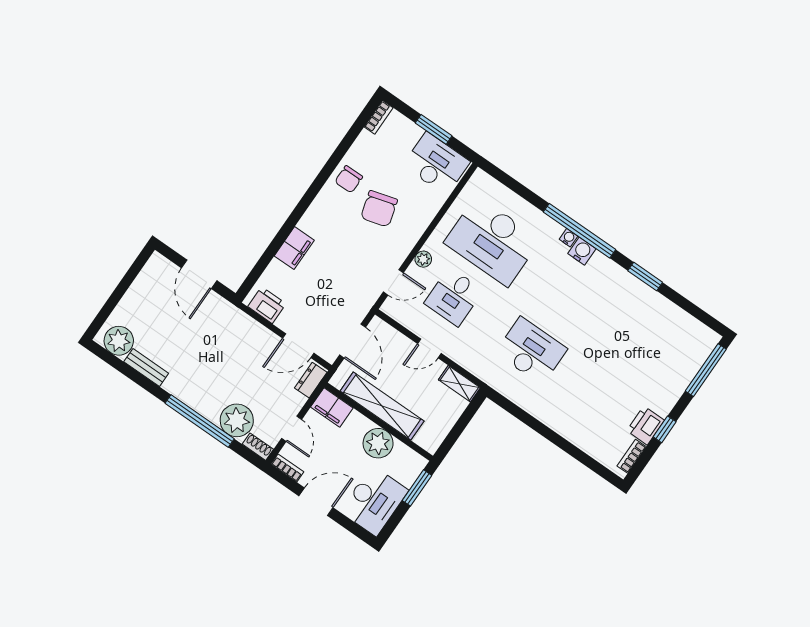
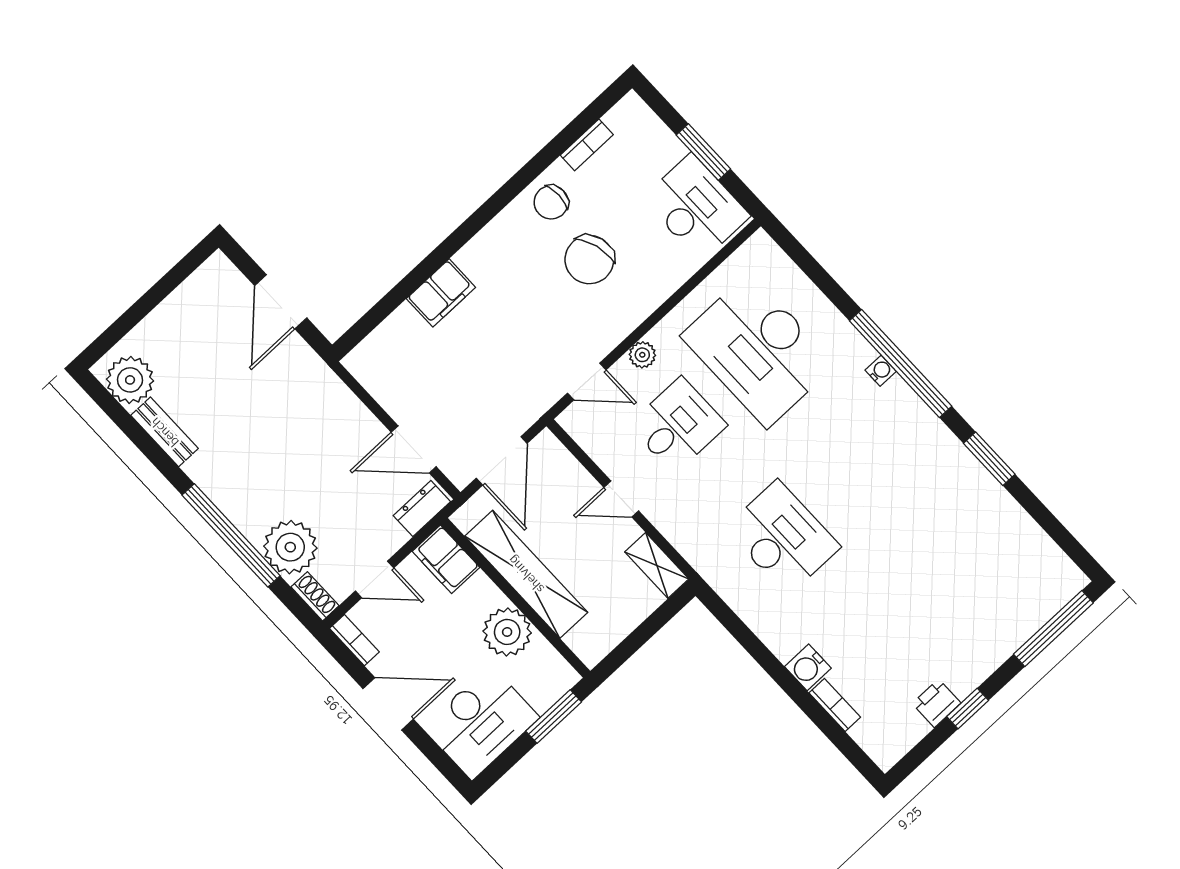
bookcase: (379, 117) -> (587, 145), moved
water cooler: (582, 251) -> (808, 667), moved, turned 180
desk: (454, 297) -> (678, 425), turned 180
printer: (267, 305) -> (378, 374), removed
printer: (646, 425) -> (936, 703), width x0.73, depth x0.81
door: (292, 429) -> (375, 579), hinge flipped
bookcase: (632, 456) -> (835, 705), moved, turned 90

